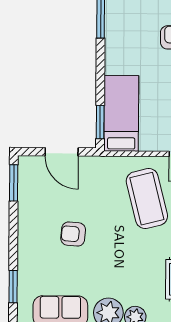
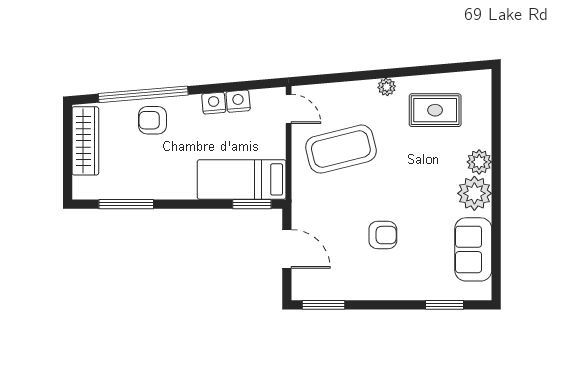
door: (62, 152) -> (287, 249), hinge flipped
armchair: (73, 234) -> (383, 235), turned -95

